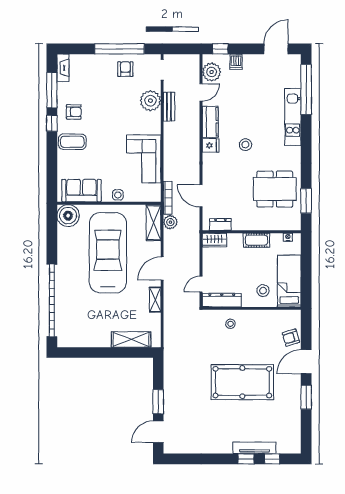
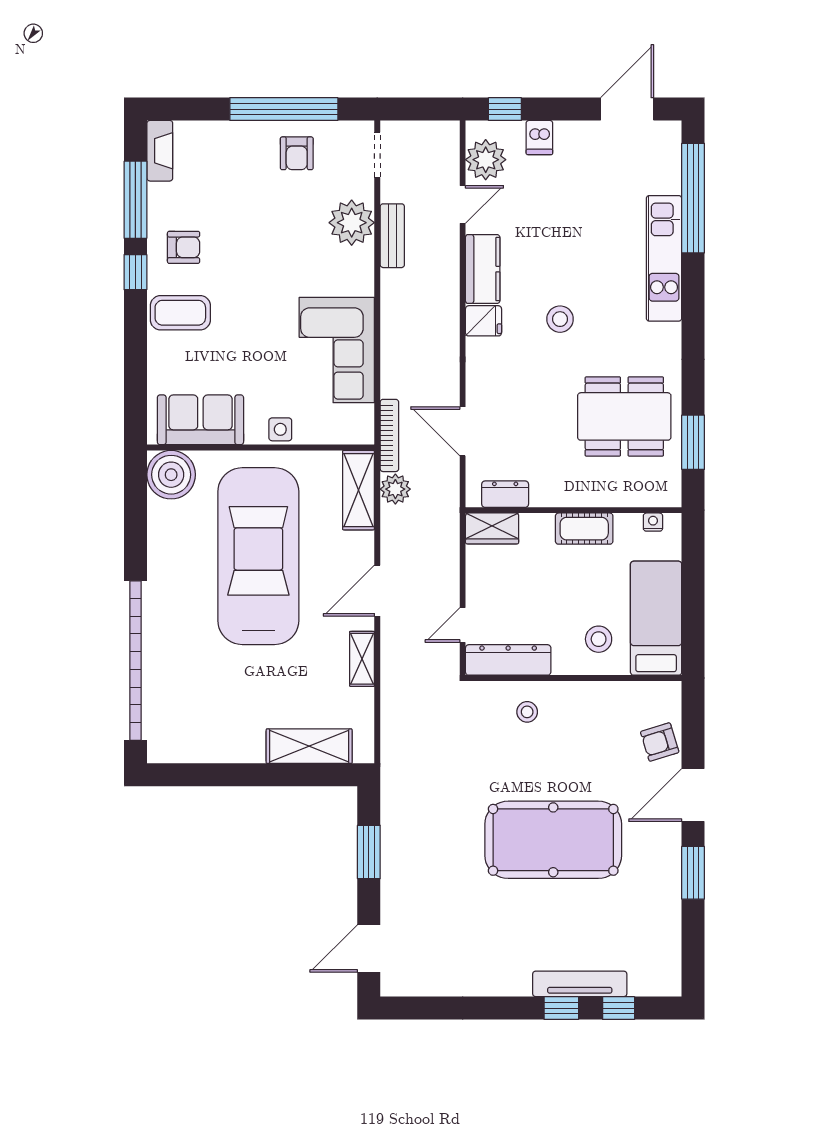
armchair: (125, 69) -> (297, 153), turned 180
window: (158, 402) -> (369, 852), moved

